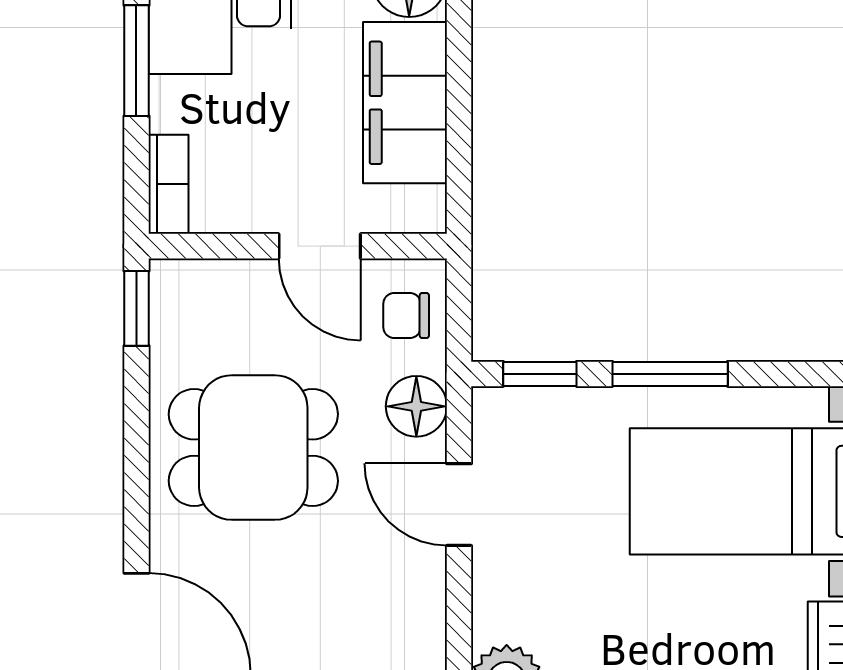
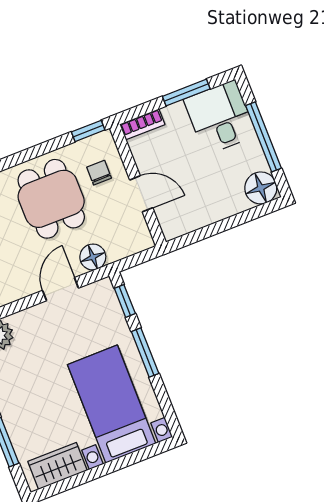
filing cabinet: (405, 103) -> (211, 205), removed
door: (320, 246) -> (141, 194), swing flipped
chair: (406, 315) -> (99, 173), moved

